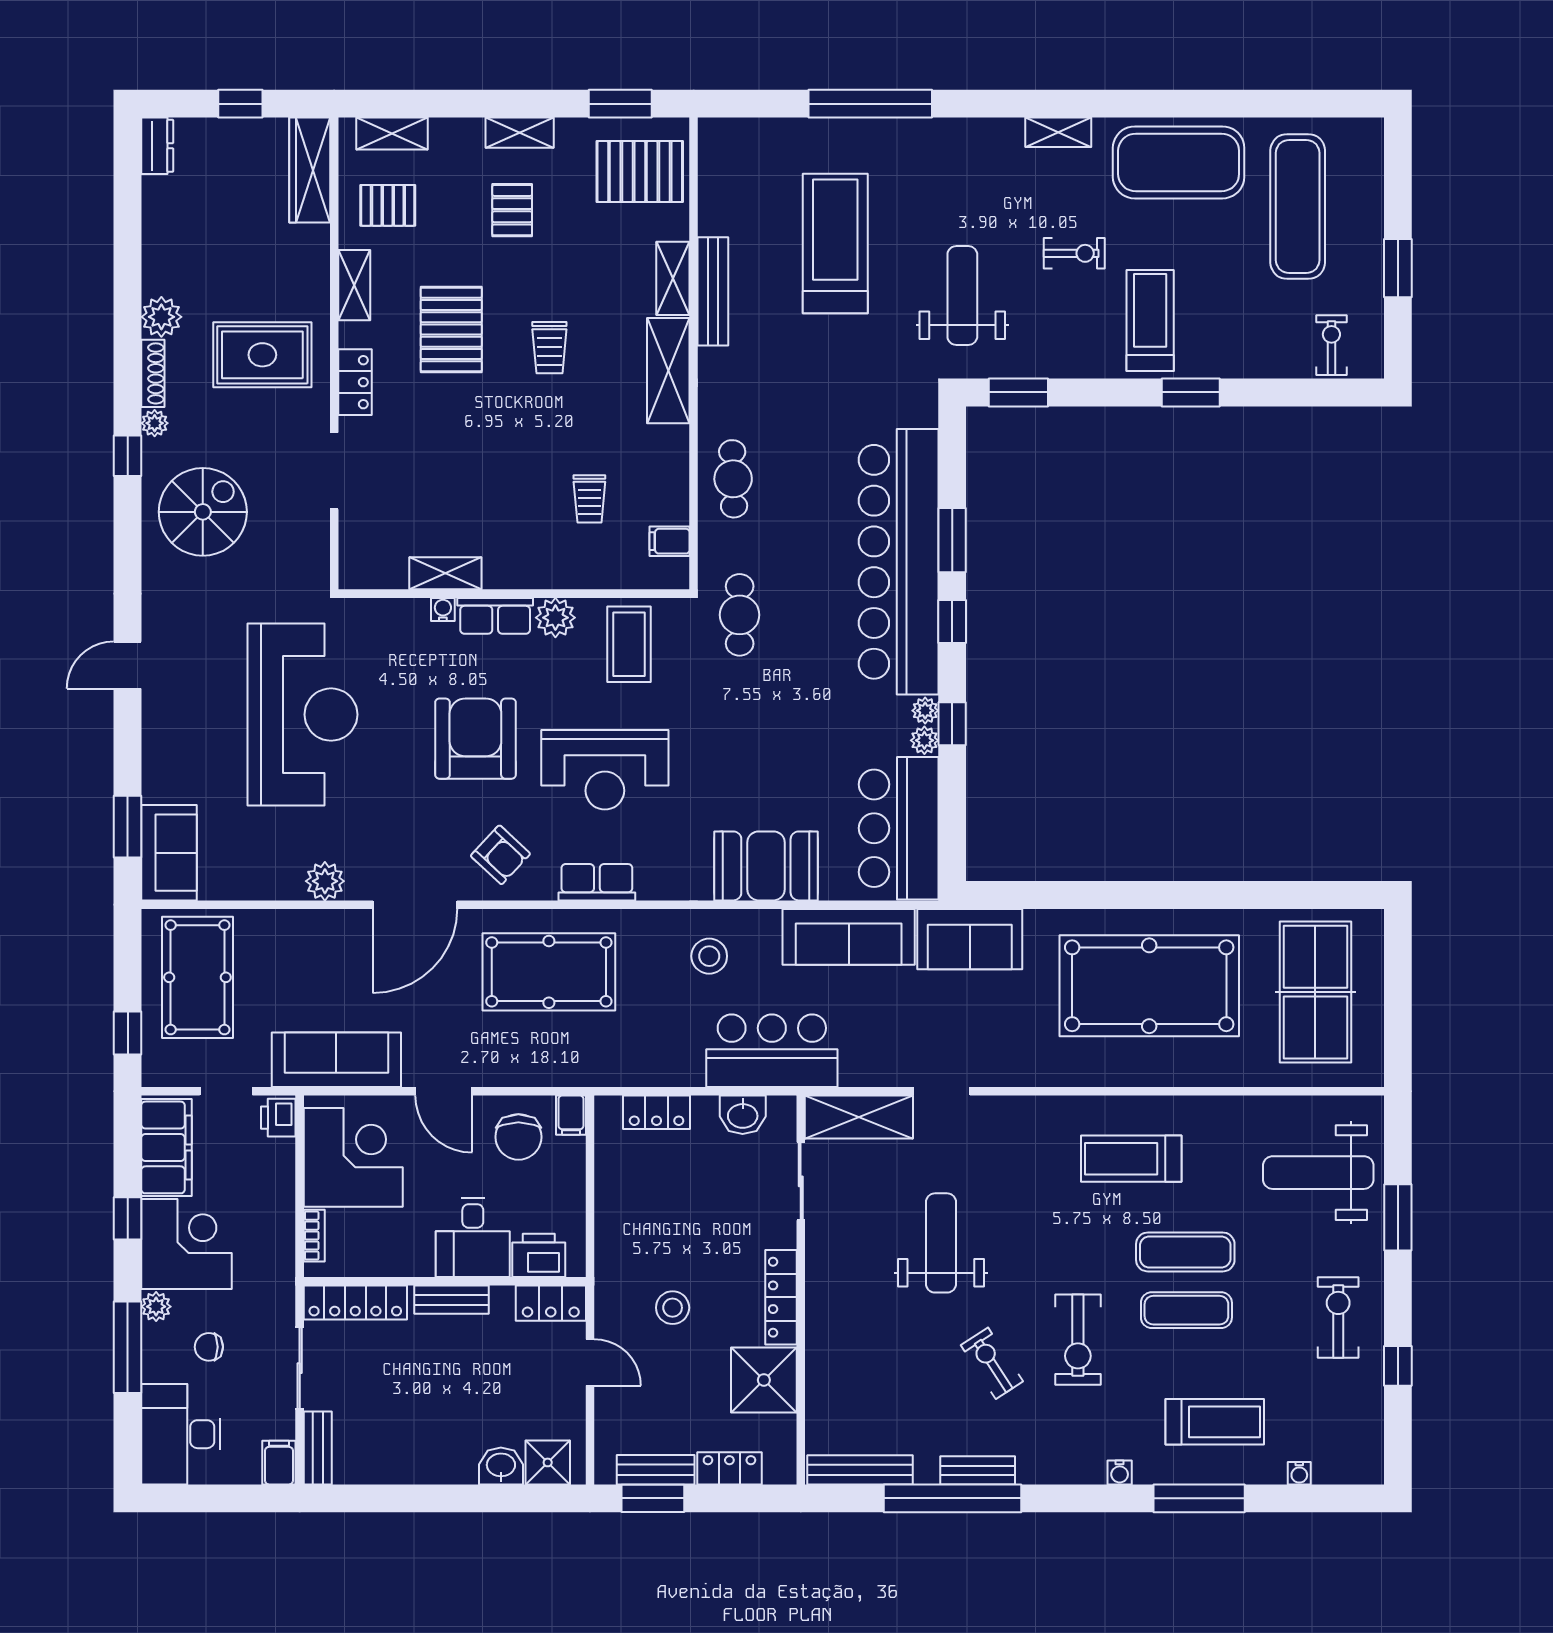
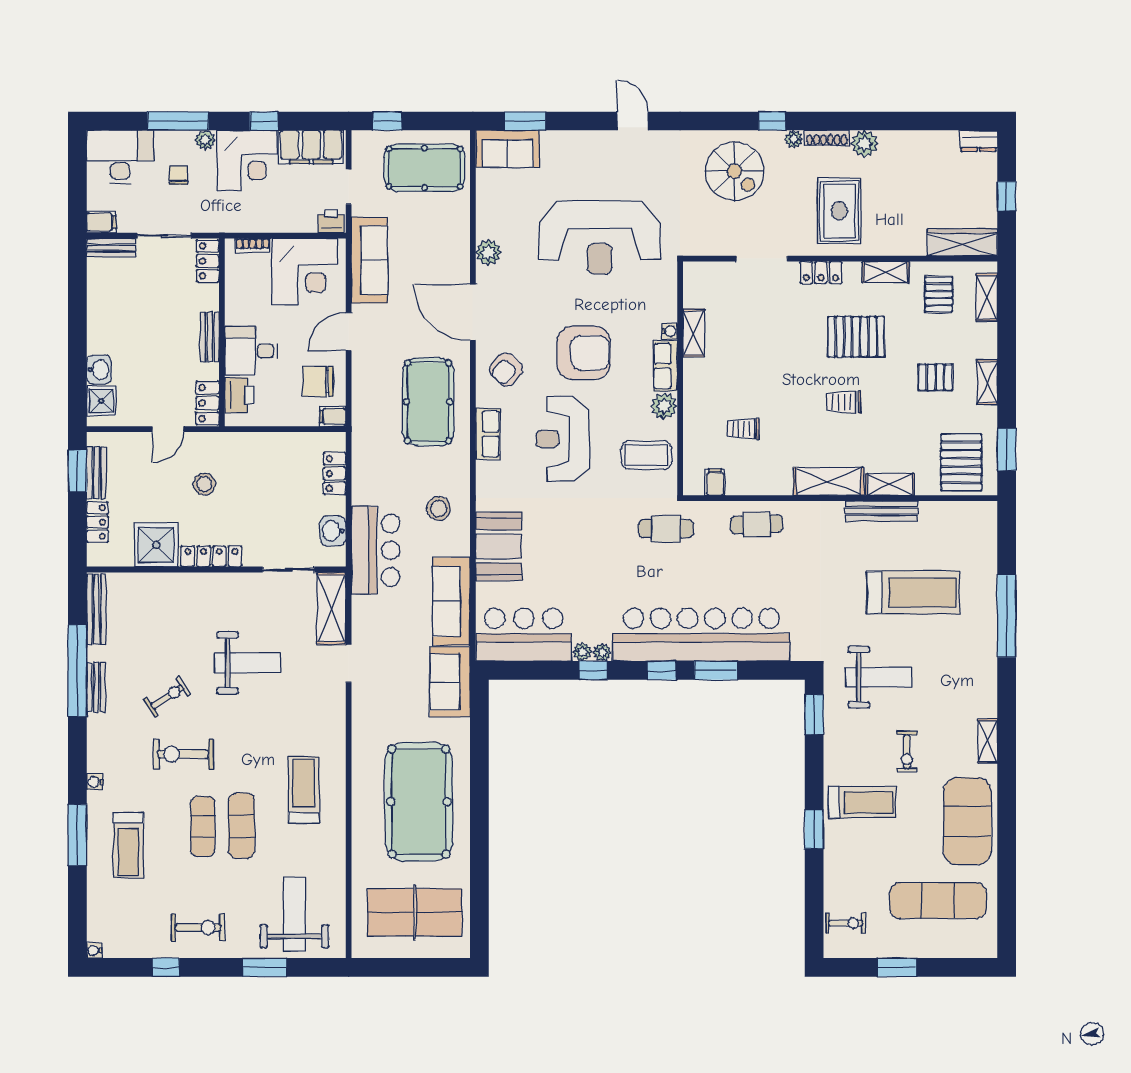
locker: (355, 1303) -> (208, 261), width x0.66
water cooler: (1299, 1473) -> (94, 951), moved

